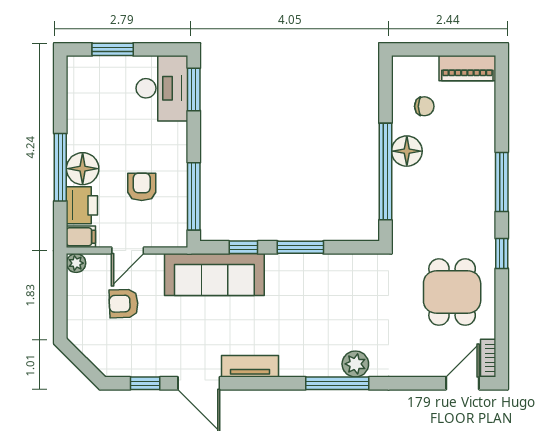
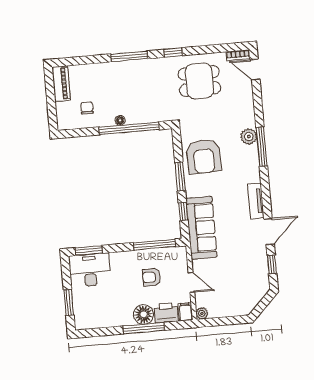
floor lamp: (407, 151) -> (120, 120), width x0.53, depth x0.53
armchair: (124, 304) -> (204, 157), moved, width x1.88, depth x1.88

